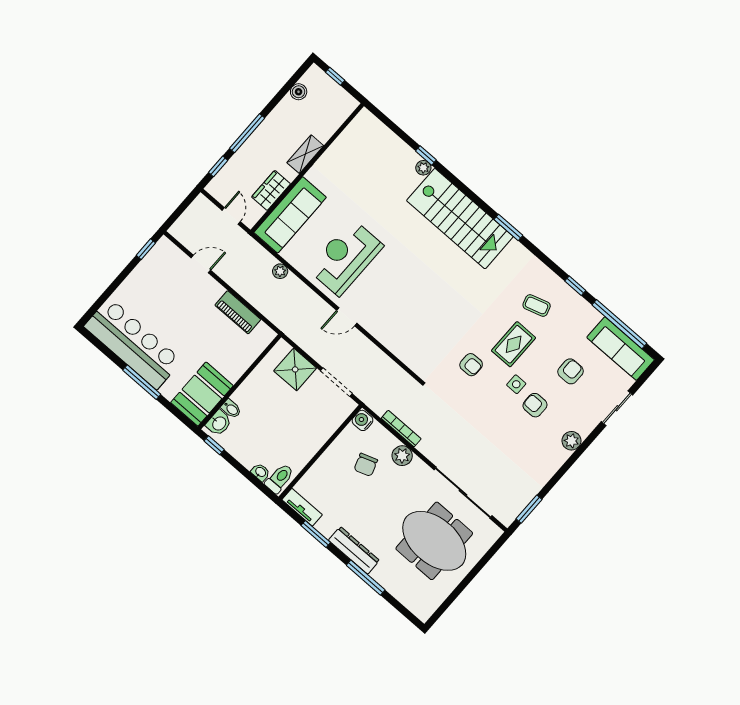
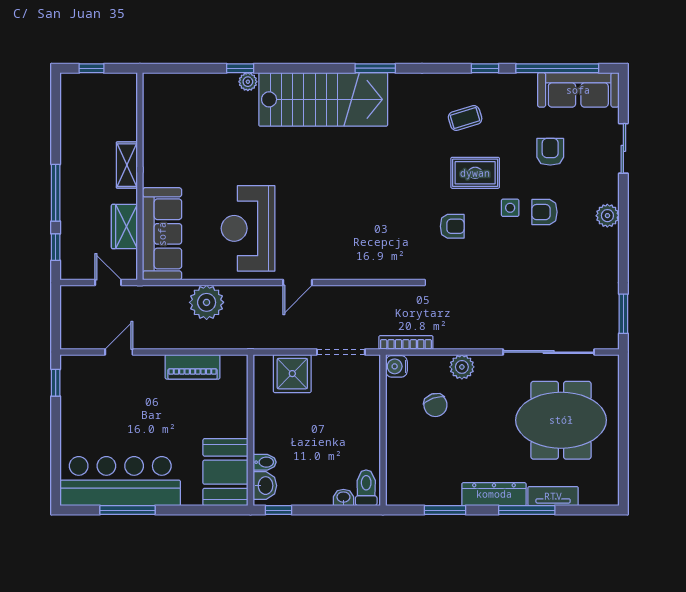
boiler: (299, 92) -> (70, 112), removed
plant: (280, 271) -> (207, 302), width x1.88, depth x1.88
rug: (514, 344) -> (475, 173), turned 90
window: (142, 382) -> (127, 510), moved
bookcase: (401, 429) -> (406, 343), moved
tv unit: (302, 507) -> (553, 496), moved

